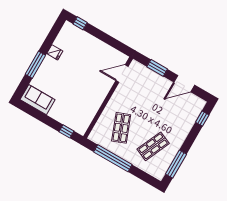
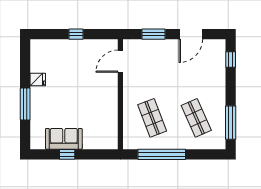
window: (80, 23) -> (76, 34), moved
sofa: (38, 100) -> (64, 139), moved
window: (66, 131) -> (67, 154), moved
shop shelf: (153, 146) -> (196, 118), turned -48

